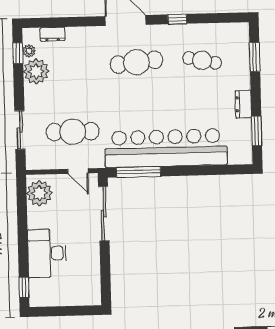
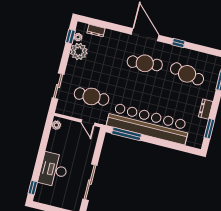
cafe table: (202, 60) -> (187, 74), width x1.37, depth x1.35
plant: (39, 193) -> (56, 125), width x0.53, depth x0.53
sliding door: (104, 214) -> (90, 182), moved

